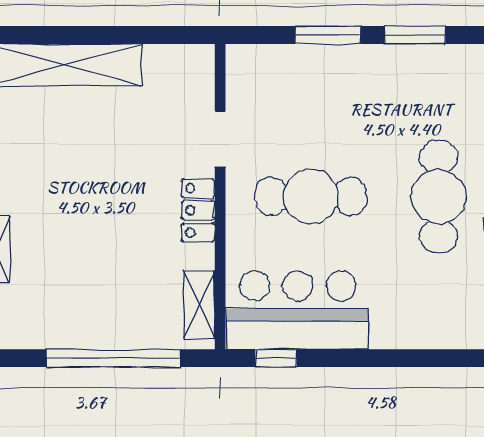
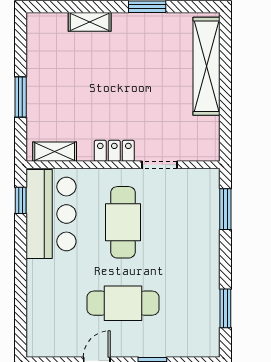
window: (328, 35) -> (225, 209), moved
window: (415, 35) -> (225, 308), moved
window: (113, 358) -> (21, 97), width x0.47

